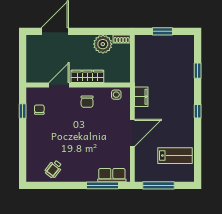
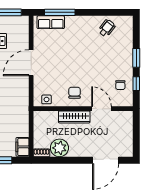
door: (59, 85) -> (101, 109), swing flipped
filing cabinet: (141, 97) -> (22, 147), moved
window: (23, 138) -> (136, 58), added

